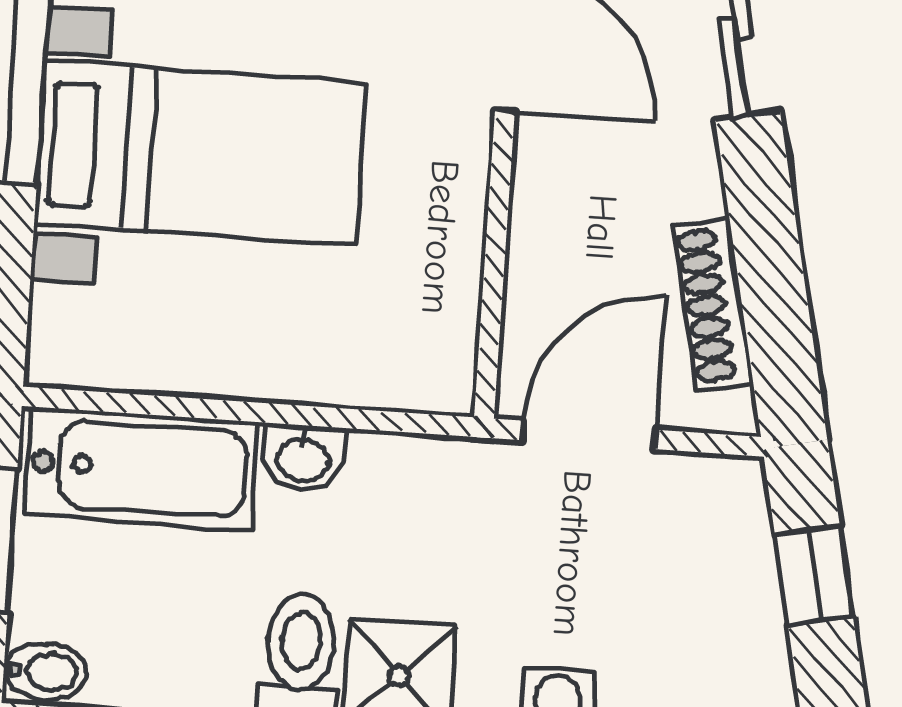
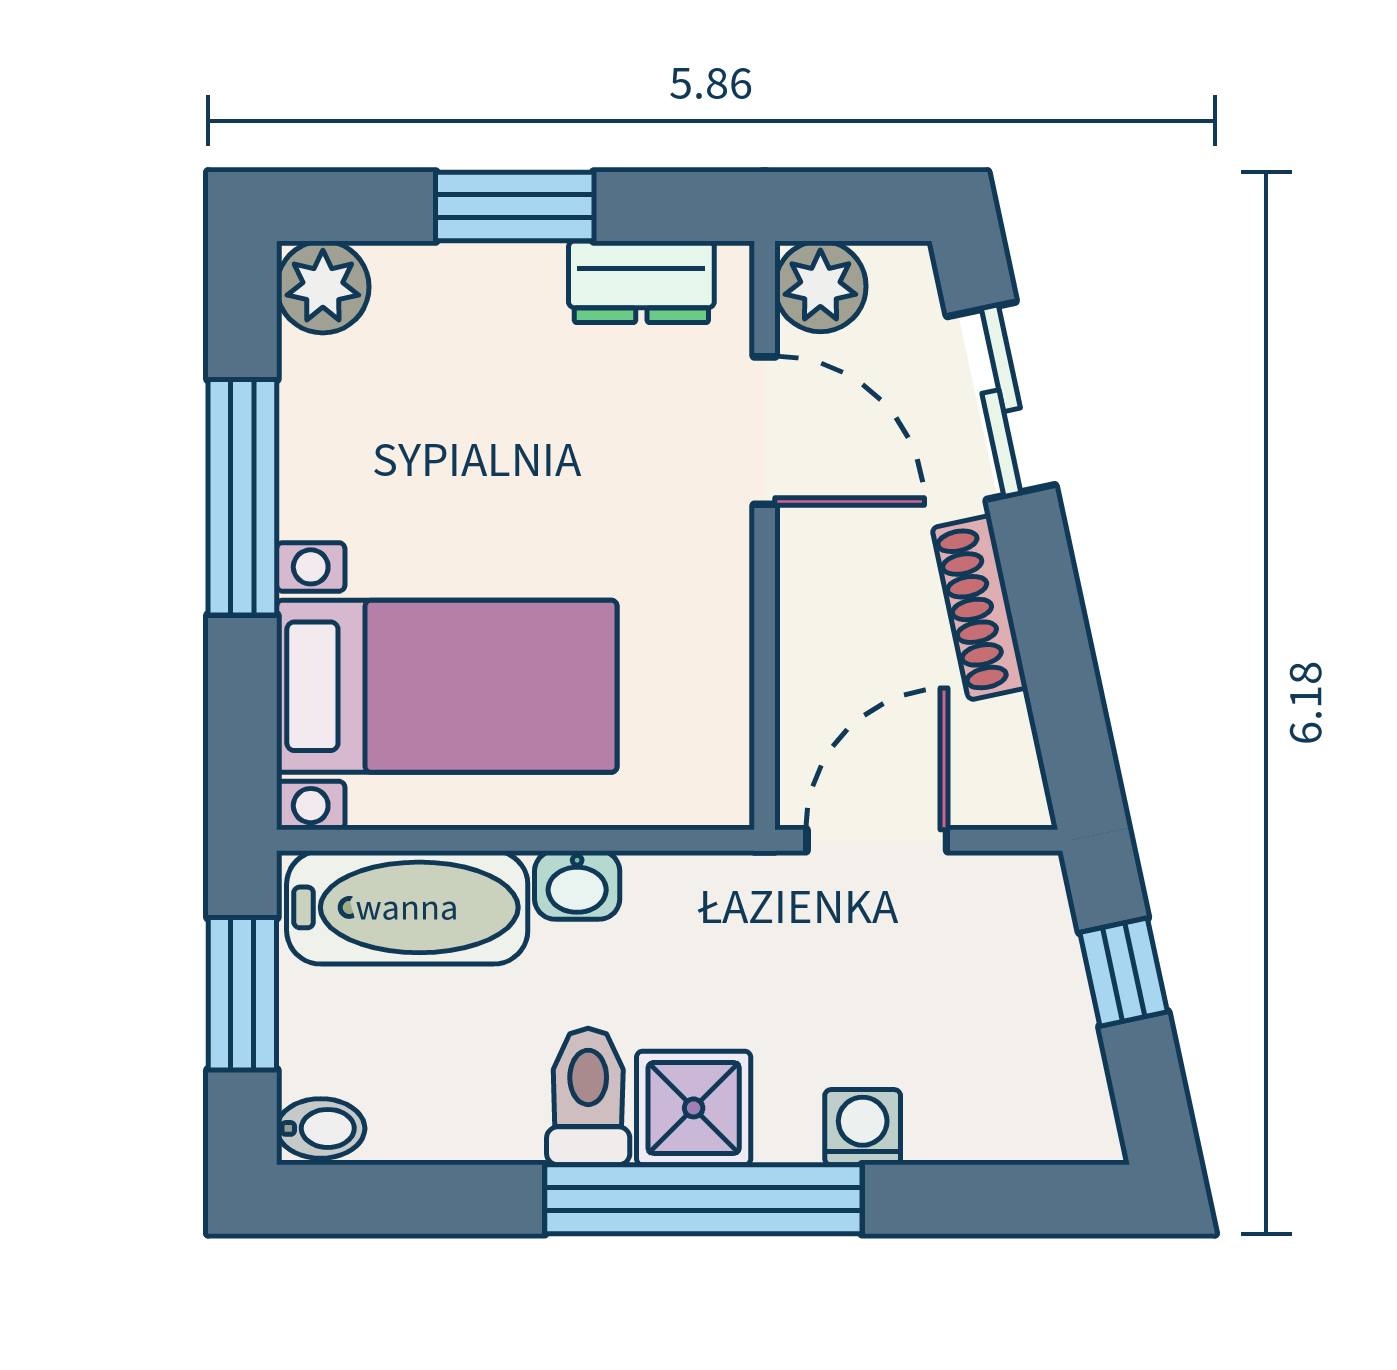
bed with nightstands: (200, 153) -> (447, 686), moved
shoe rack: (713, 305) -> (980, 608), moved

